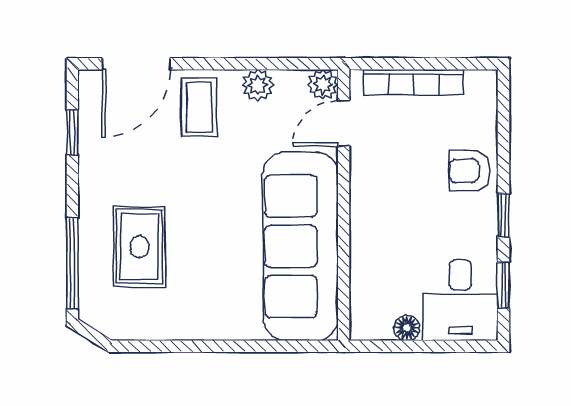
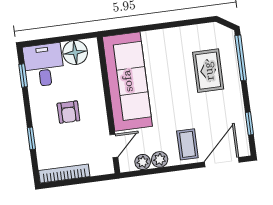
bookcase: (414, 82) -> (64, 174), moved
plant: (323, 85) -> (143, 162), moved
armchair: (470, 171) -> (68, 112), moved, turned 90
window: (503, 215) -> (31, 138), moved
floor lamp: (407, 328) -> (75, 52), width x1.89, depth x1.89

